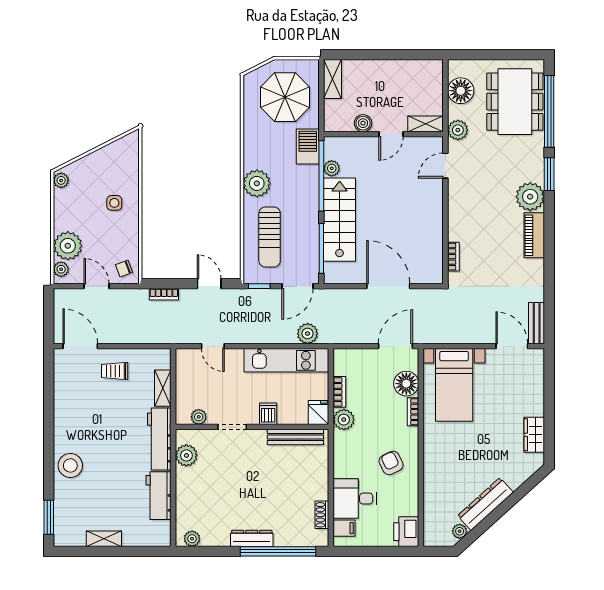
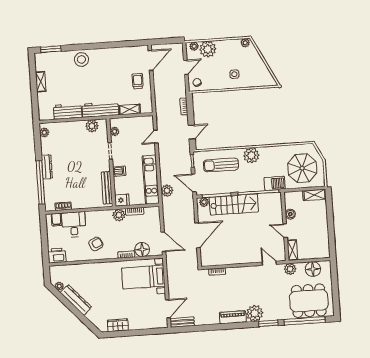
plant: (332, 168) -> (204, 202), moved

